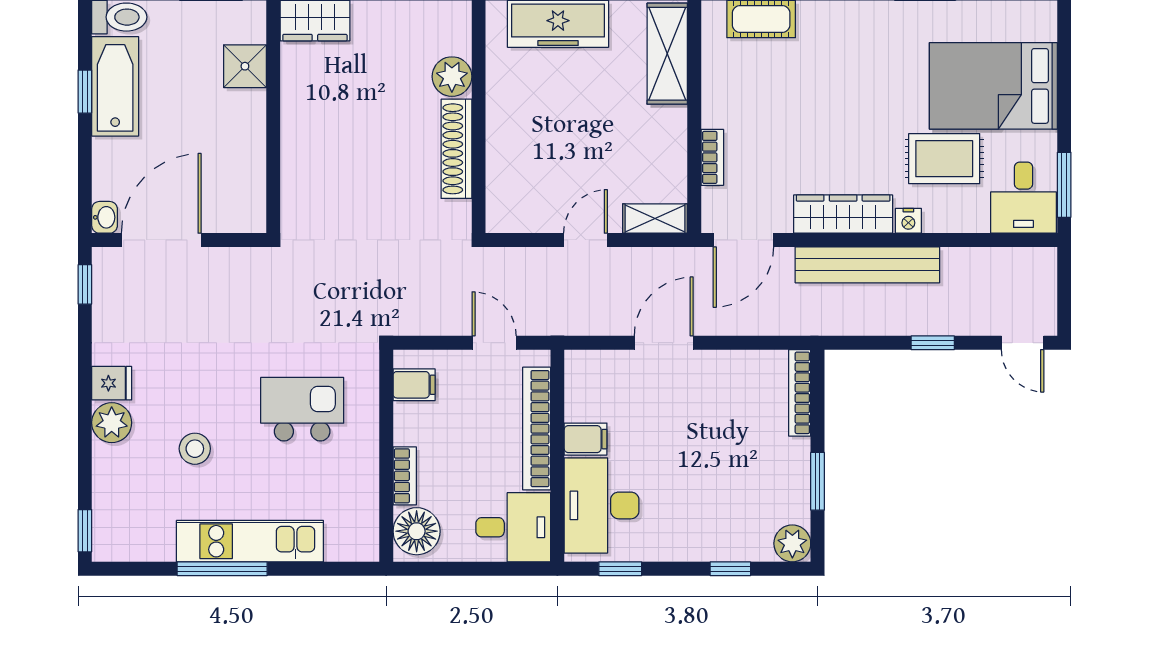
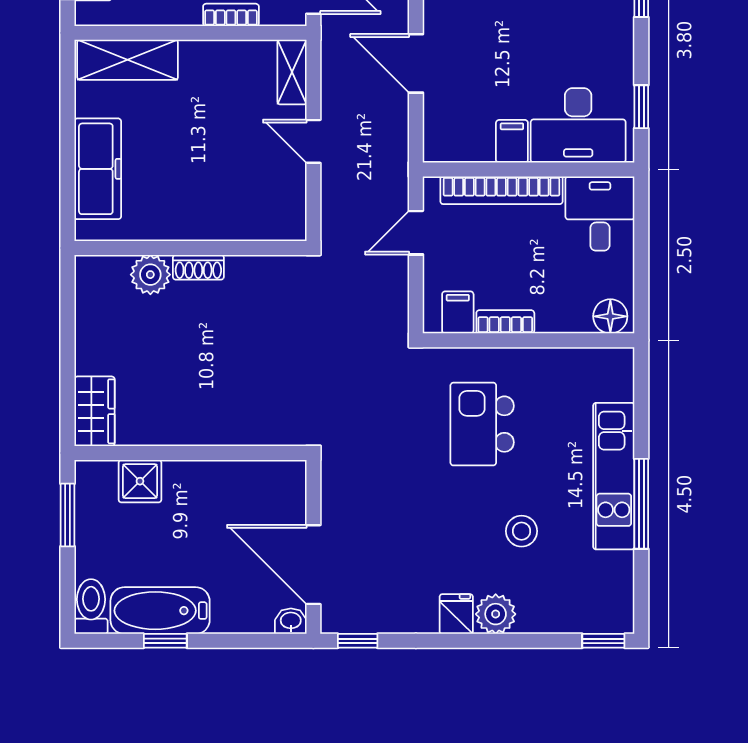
shoe rack: (456, 149) -> (198, 267), width x0.51, depth x0.81
bookcase: (405, 476) -> (505, 322), moved
floor lamp: (417, 531) -> (610, 316), width x0.73, depth x0.73

